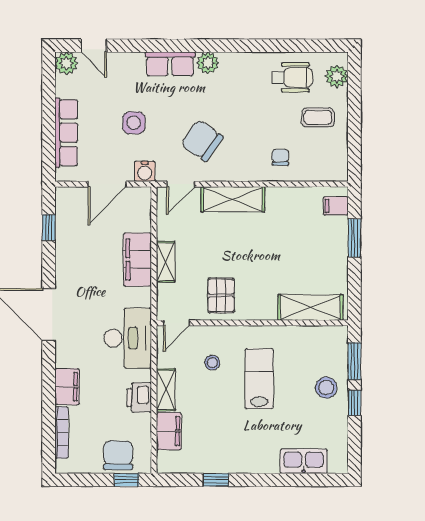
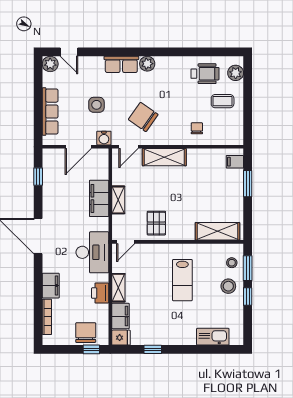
stool: (212, 363) -> (232, 263), moved
lab bench: (259, 379) -> (182, 280), turned 180
fridge: (170, 463) -> (121, 338), added

